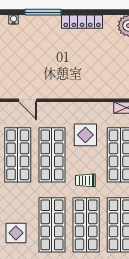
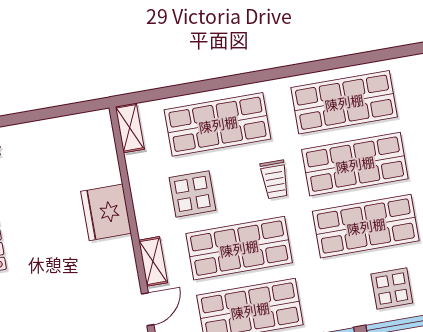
fridge: (84, 87) -> (106, 212), added
shelving: (53, 108) -> (153, 261), added

